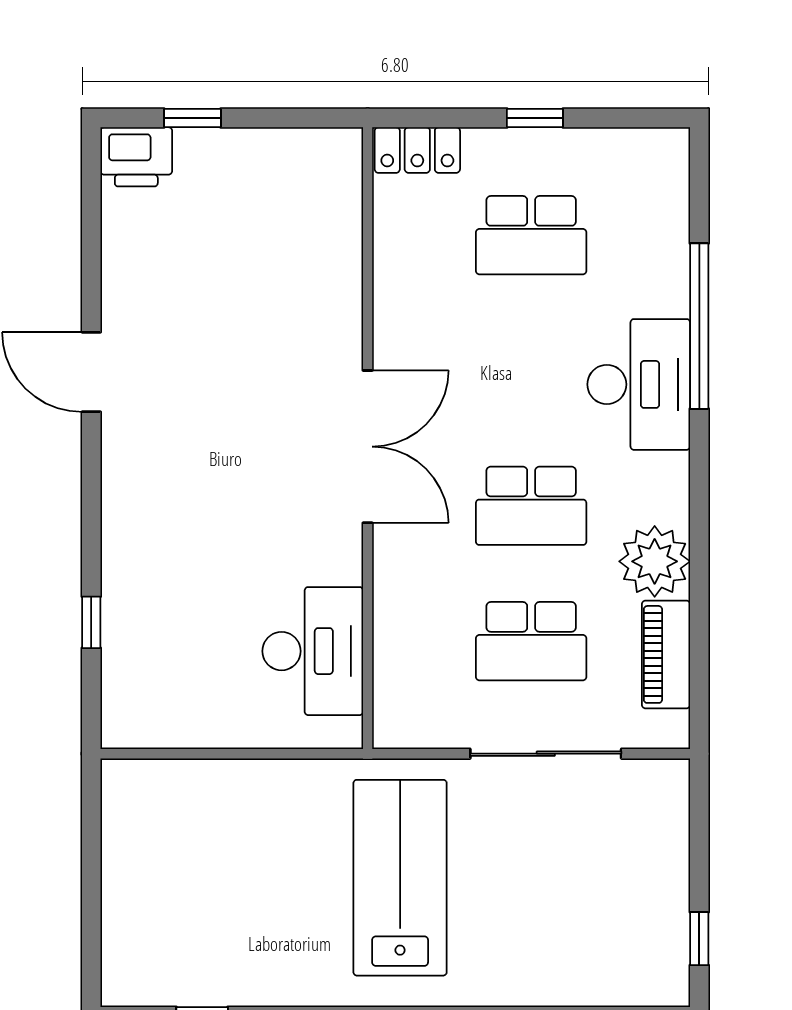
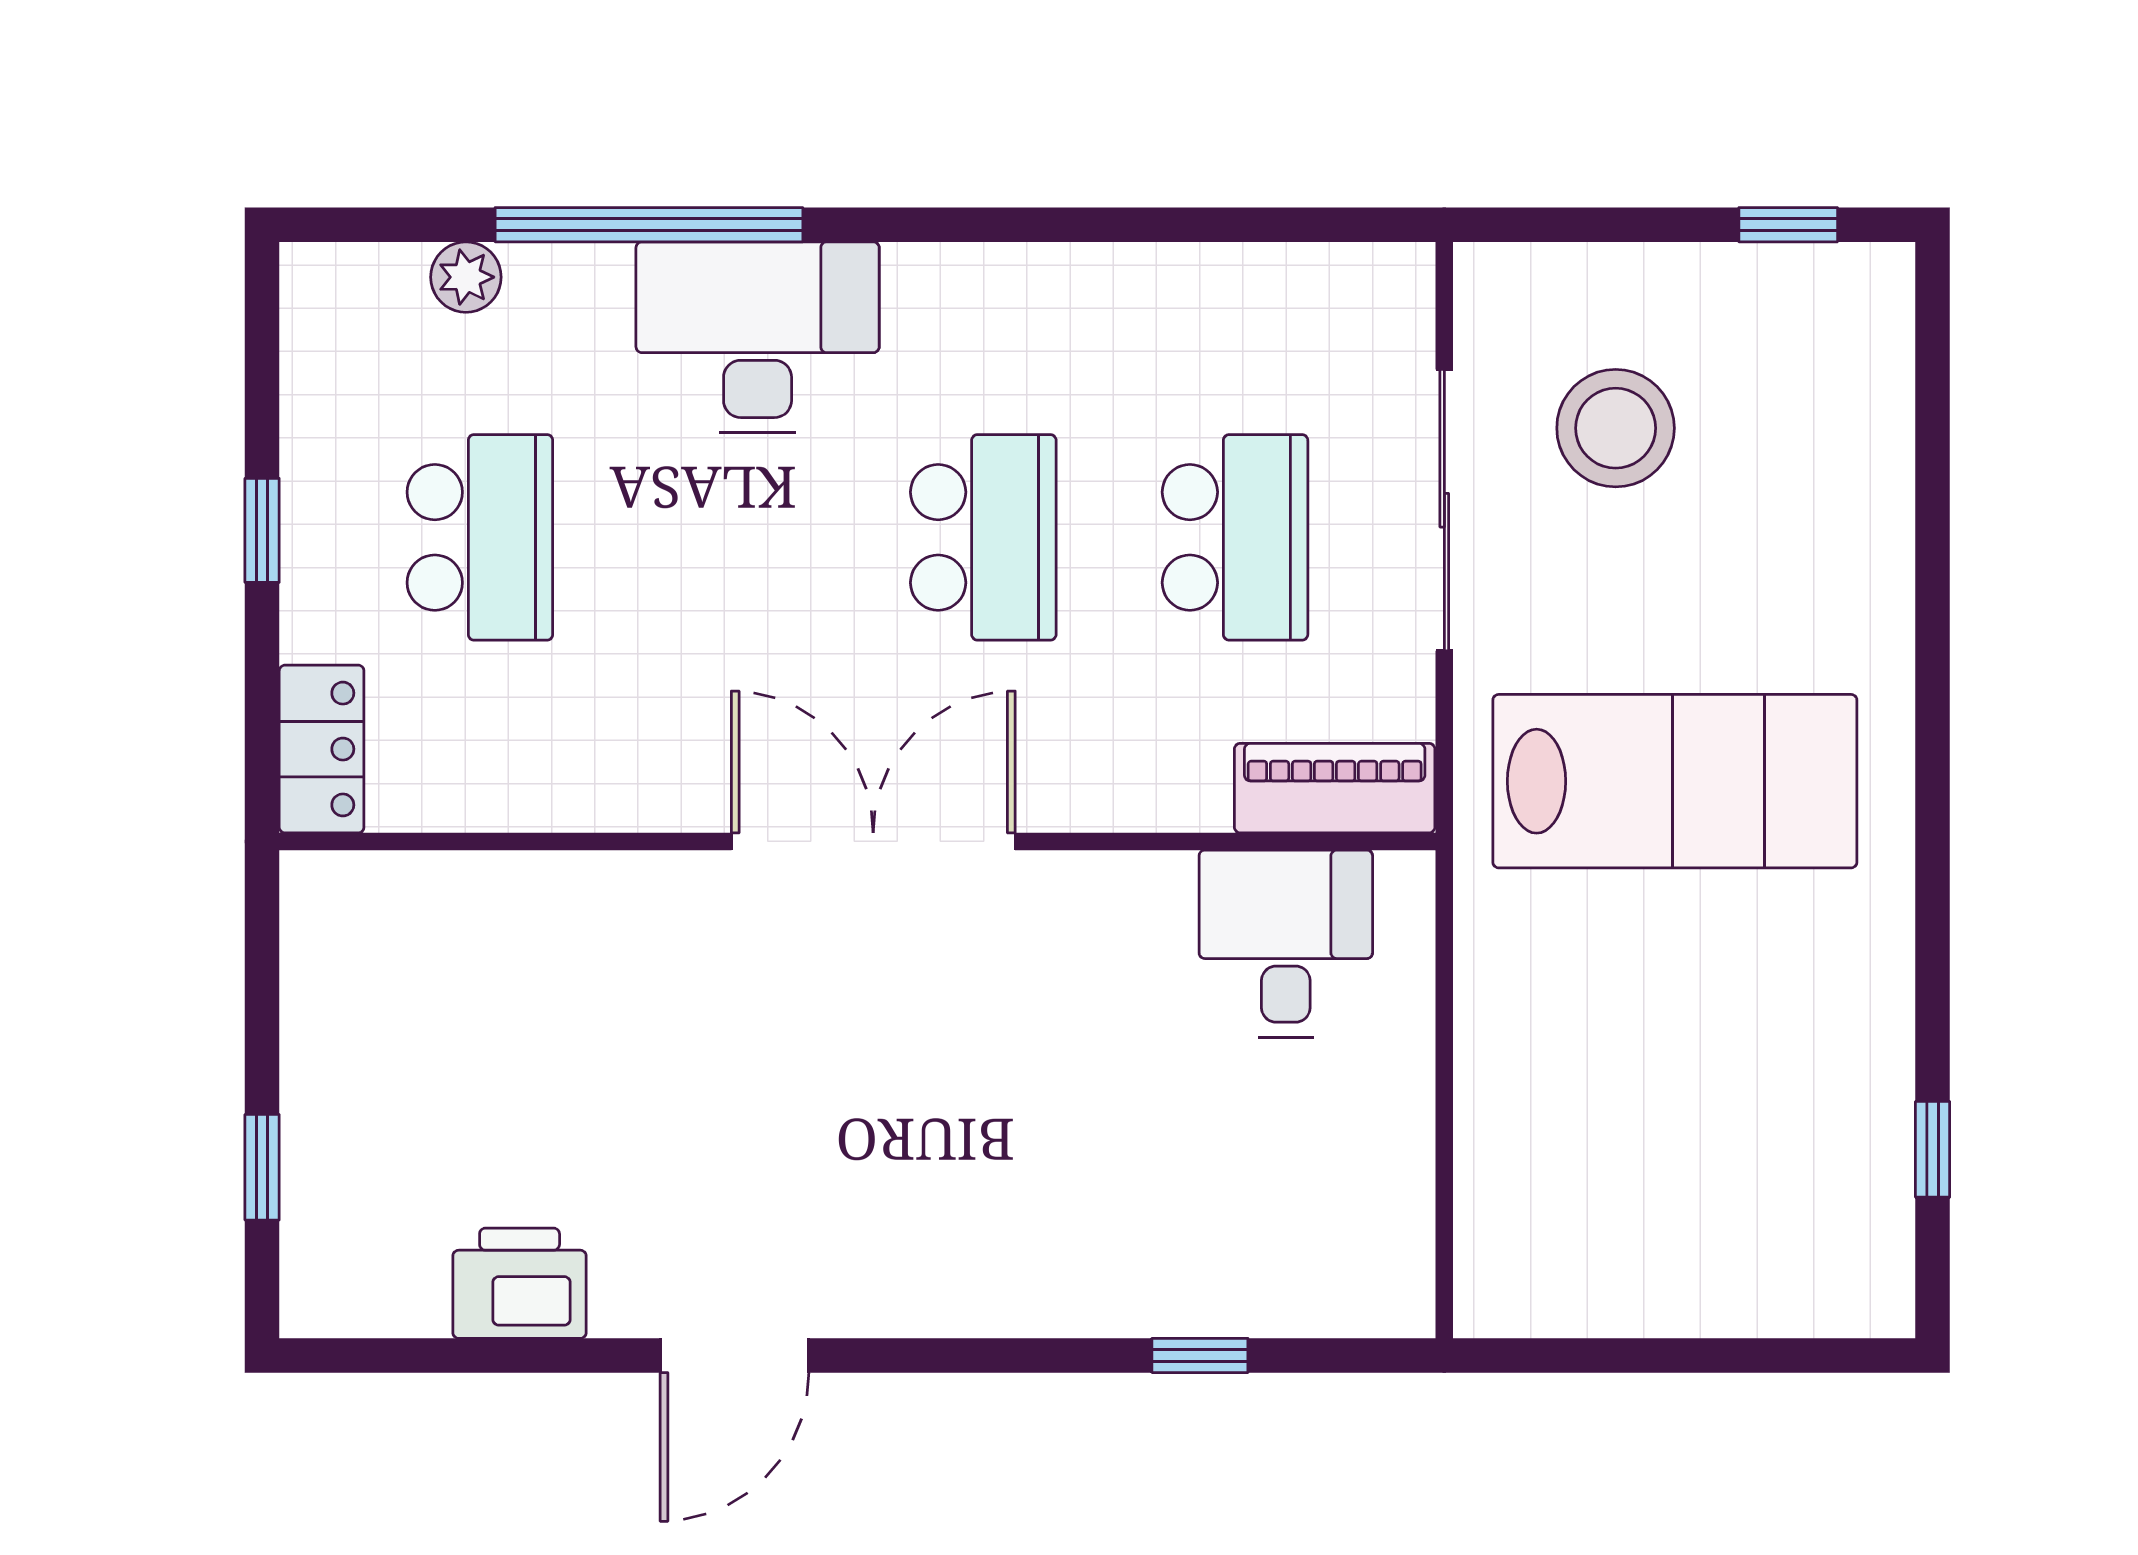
printer: (136, 157) -> (520, 1283), moved, turned -90
plant: (655, 561) -> (466, 277), moved, width x0.53, depth x0.53
desk: (313, 651) -> (1286, 944), width x0.73
piano: (666, 654) -> (1335, 788), moved, turned 180
stool: (590, 846) -> (1616, 428), added
lab bench: (400, 878) -> (1675, 781), turned 180

